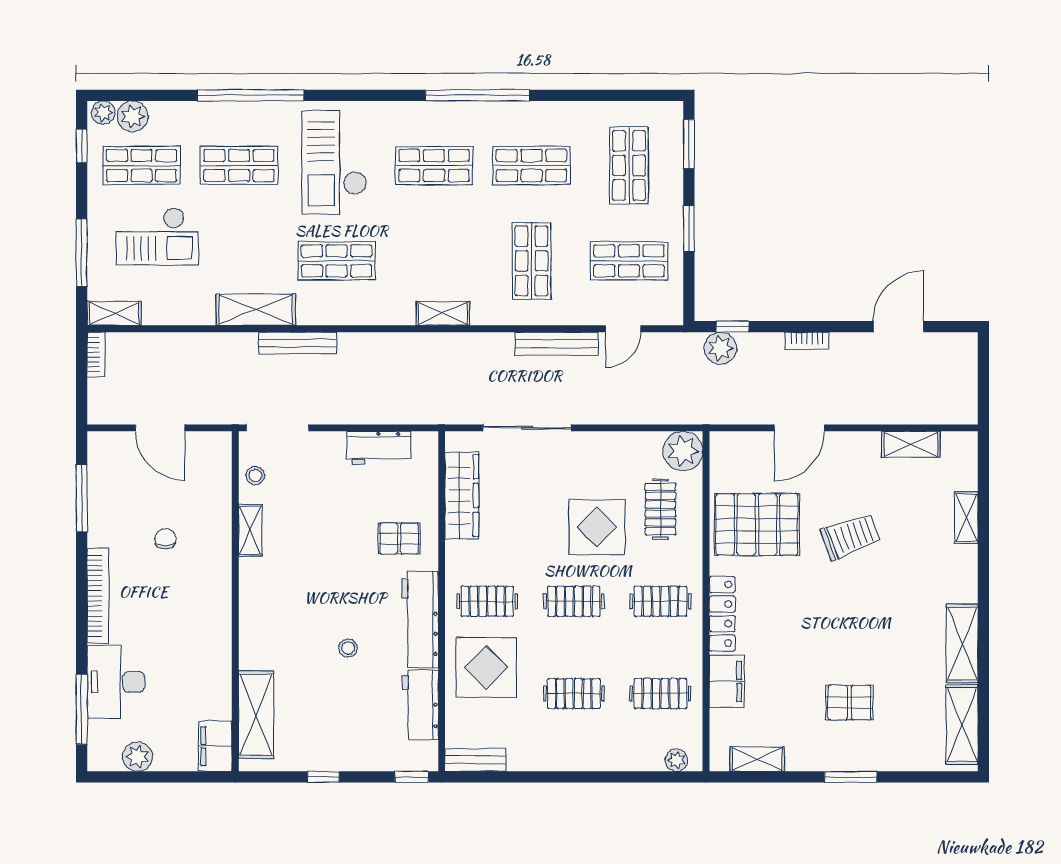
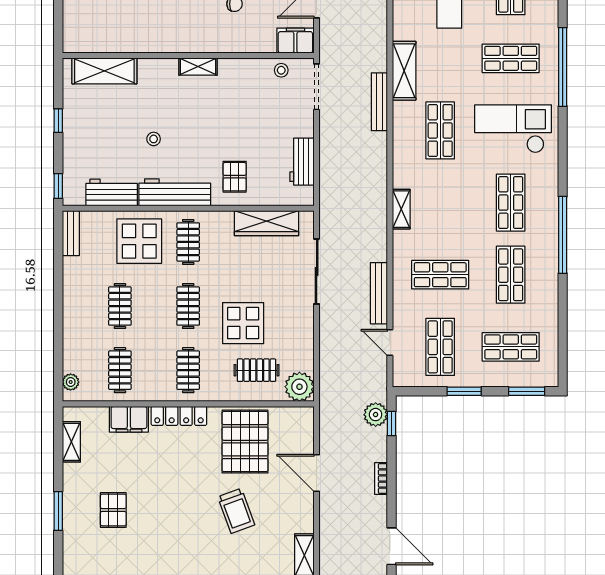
shop shelf: (239, 166) -> (511, 58), turned 90
shelving: (250, 530) -> (198, 67), moved
filing cabinet: (215, 746) -> (295, 41), moved

